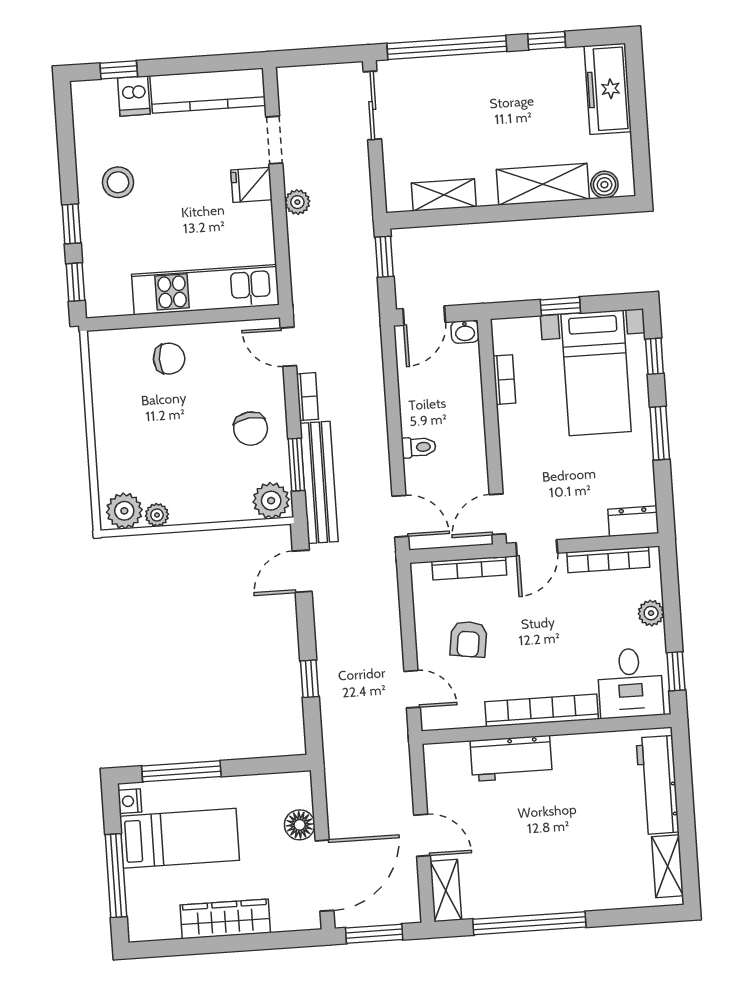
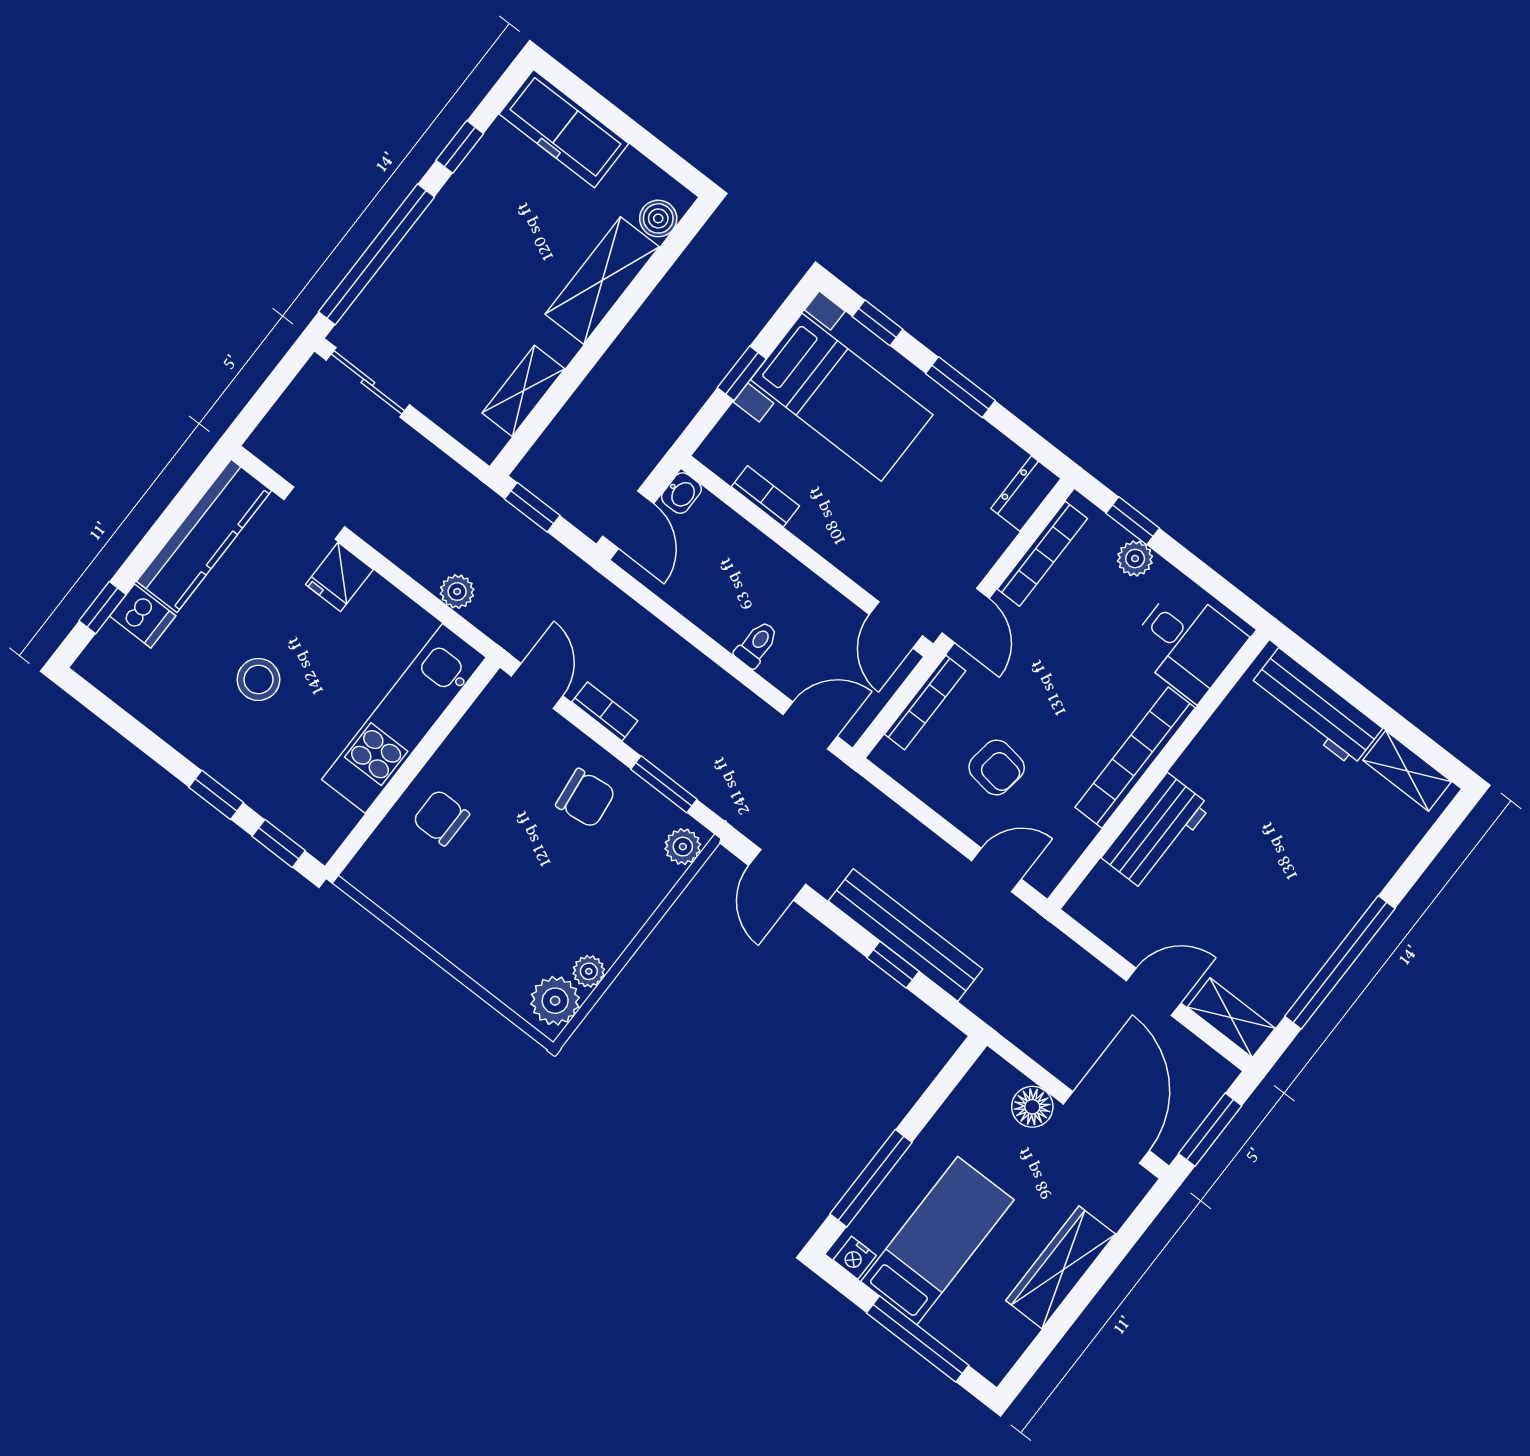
stool: (118, 182) -> (258, 679), moved
plant: (297, 202) -> (457, 592), moved
door: (288, 347) -> (537, 686), swing flipped
chair: (169, 359) -> (441, 818), turned -90
bench: (319, 482) -> (905, 935), moved
plant: (271, 501) -> (683, 847), width x0.73, depth x0.73
window: (676, 671) -> (1133, 521), moved

